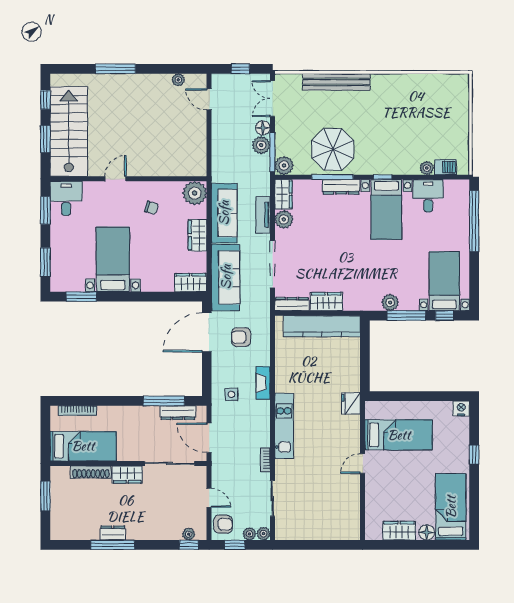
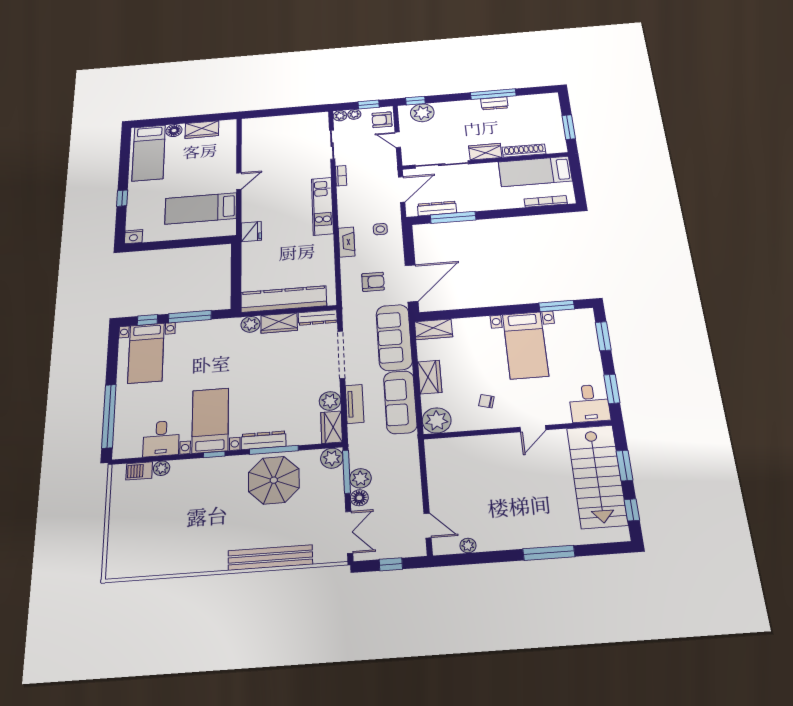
plant: (390, 302) -> (250, 324), moved
door: (209, 438) -> (402, 189), hinge flipped
plant: (189, 534) -> (422, 113), width x1.88, depth x1.88

